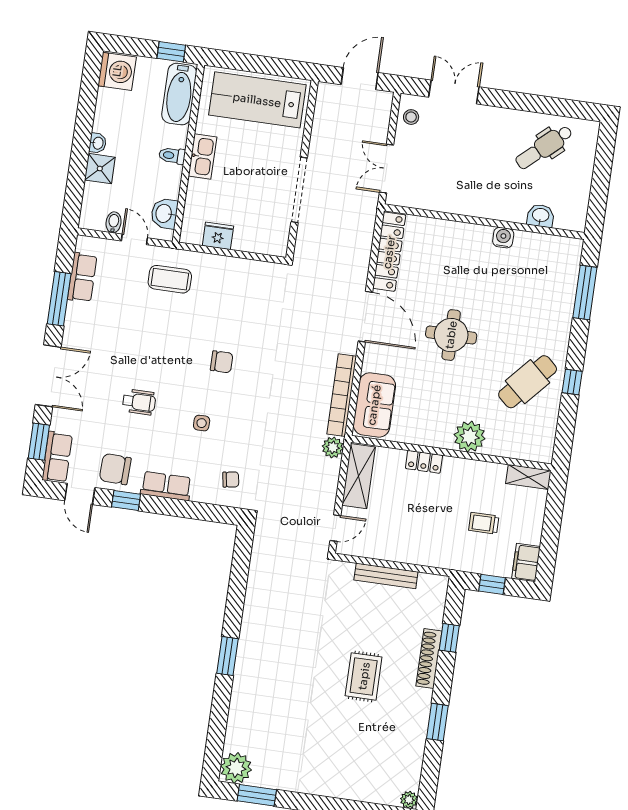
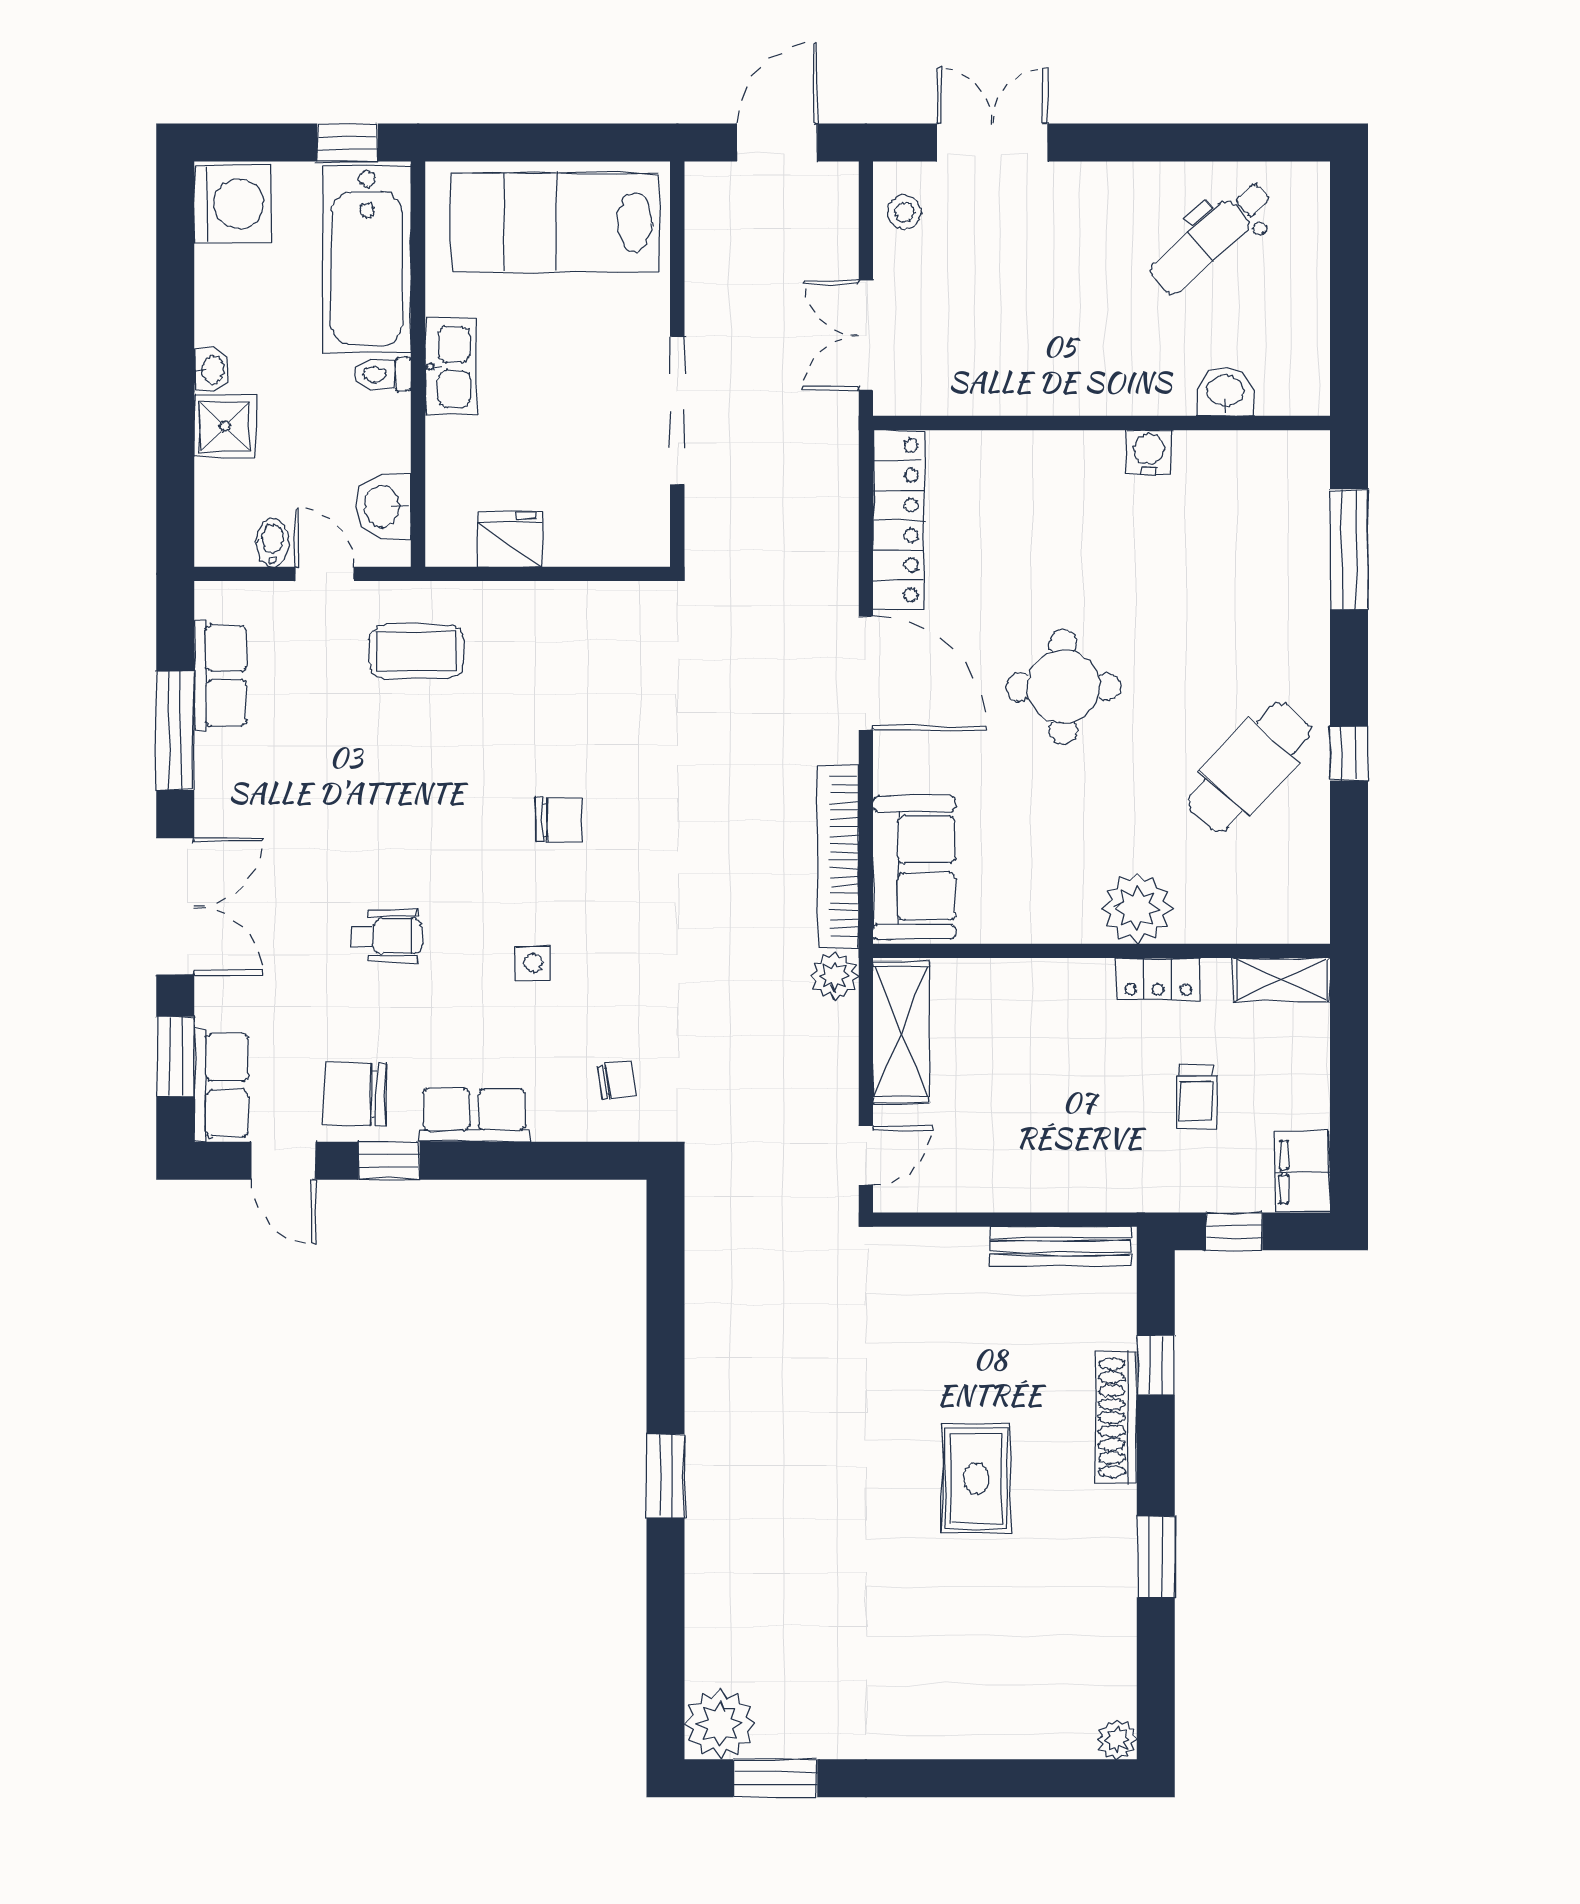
bathtub: (179, 94) -> (367, 259), width x1.36, depth x1.36
locker: (424, 462) -> (1158, 979), moved
trolley: (484, 523) -> (1196, 1098), turned -90
bench: (386, 576) -> (1060, 1246), moved

